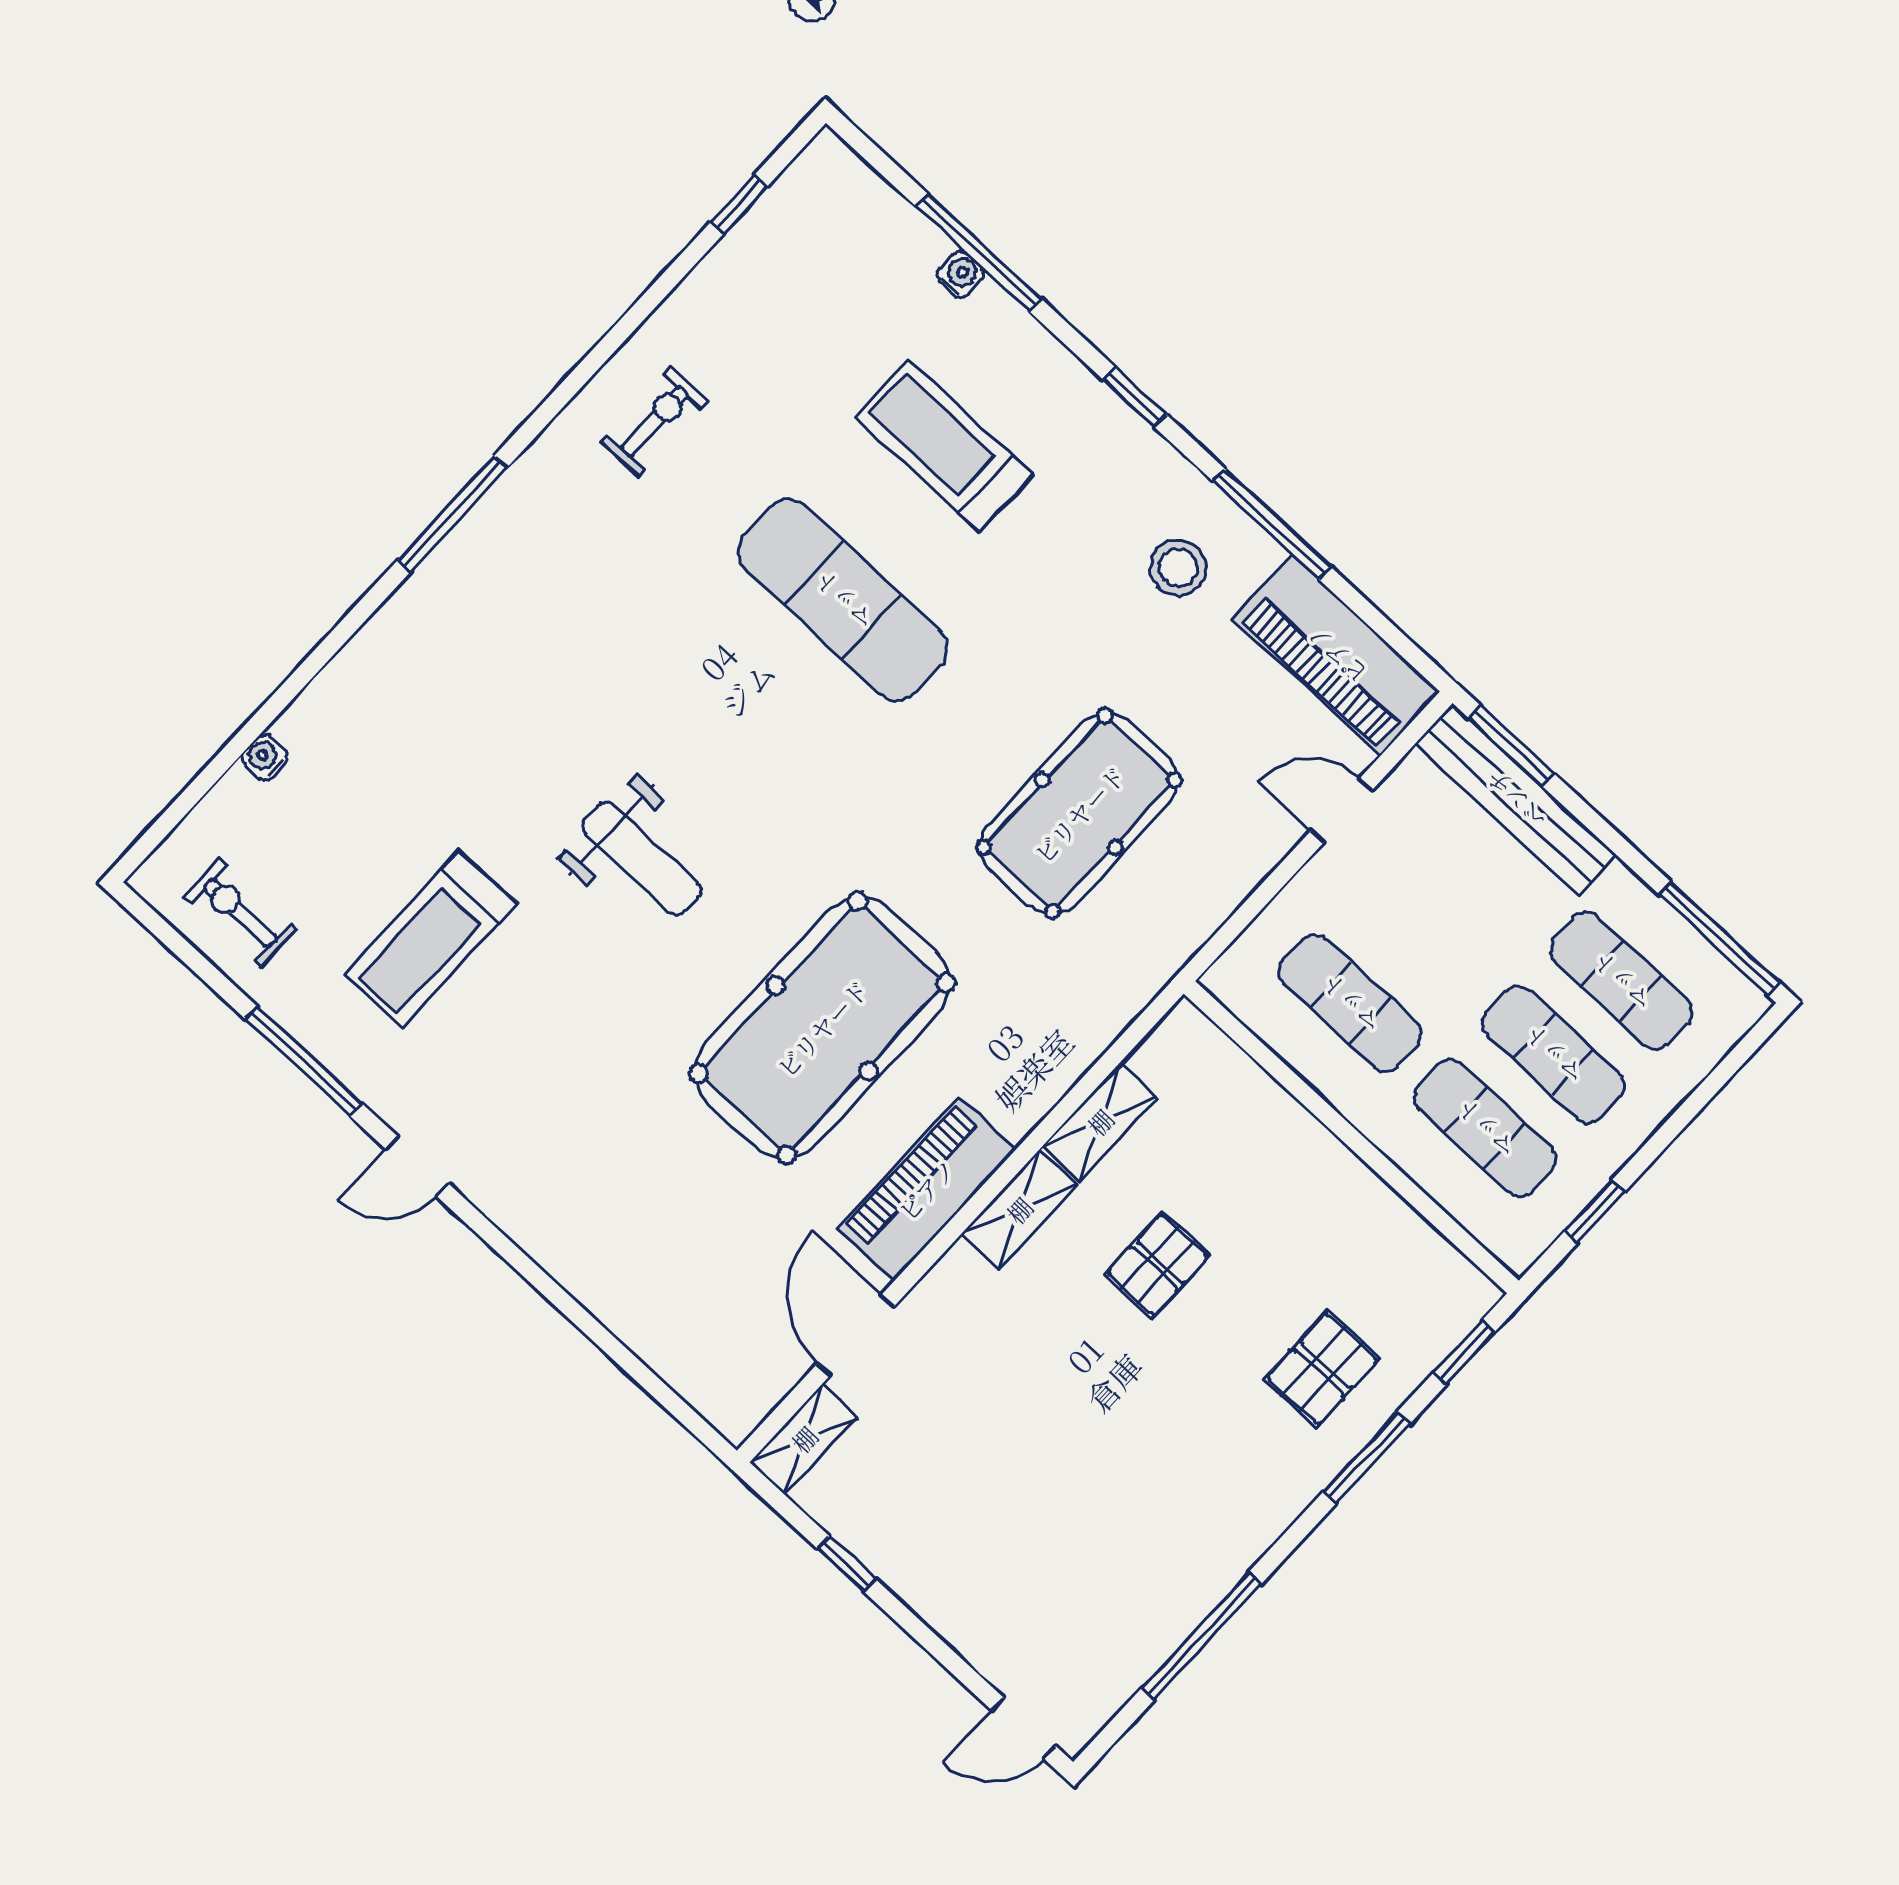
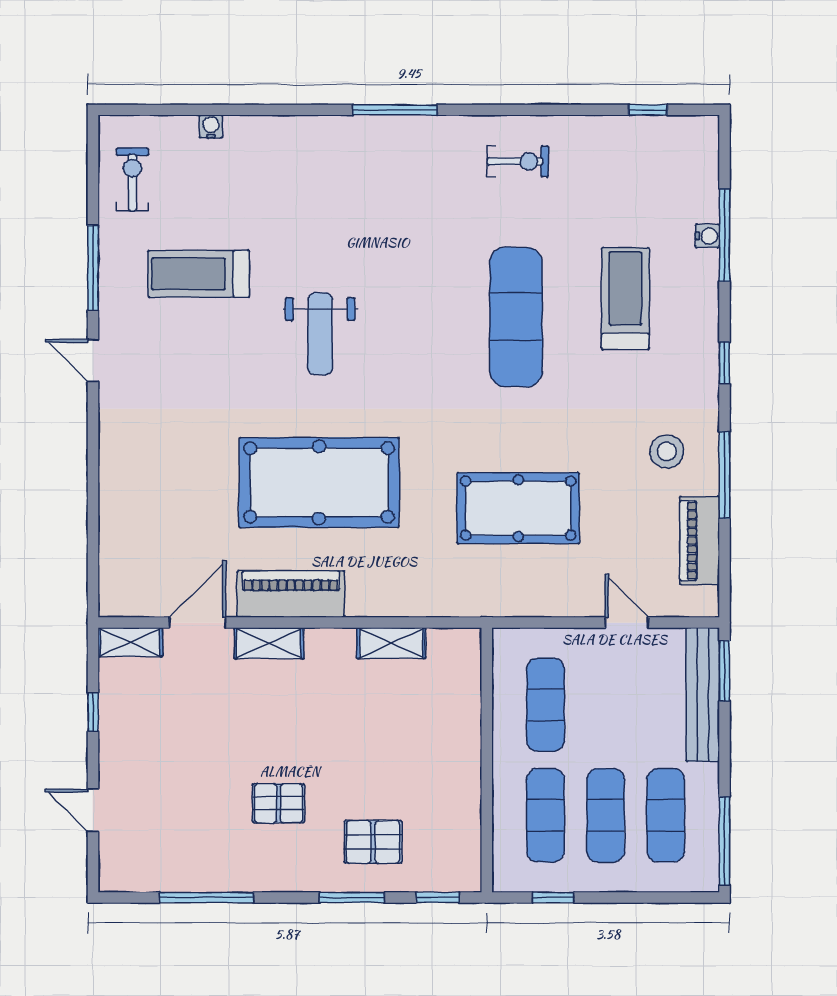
piano: (1336, 655) -> (700, 541), width x0.73, depth x0.75
shelving: (1019, 1210) -> (269, 643), moved
pallet: (1157, 1265) -> (278, 803), moved
door: (1024, 1728) -> (93, 810), moved

